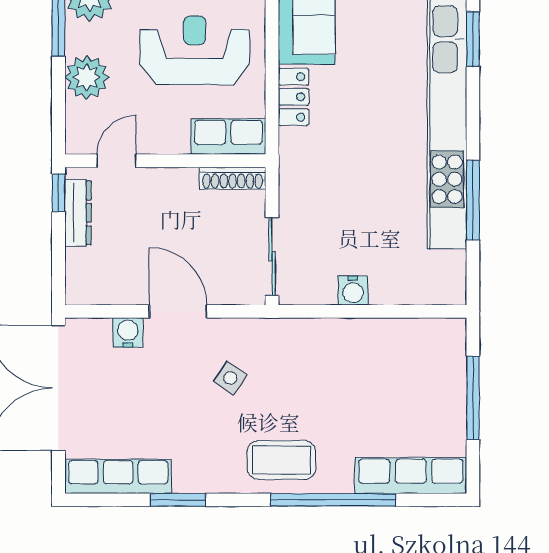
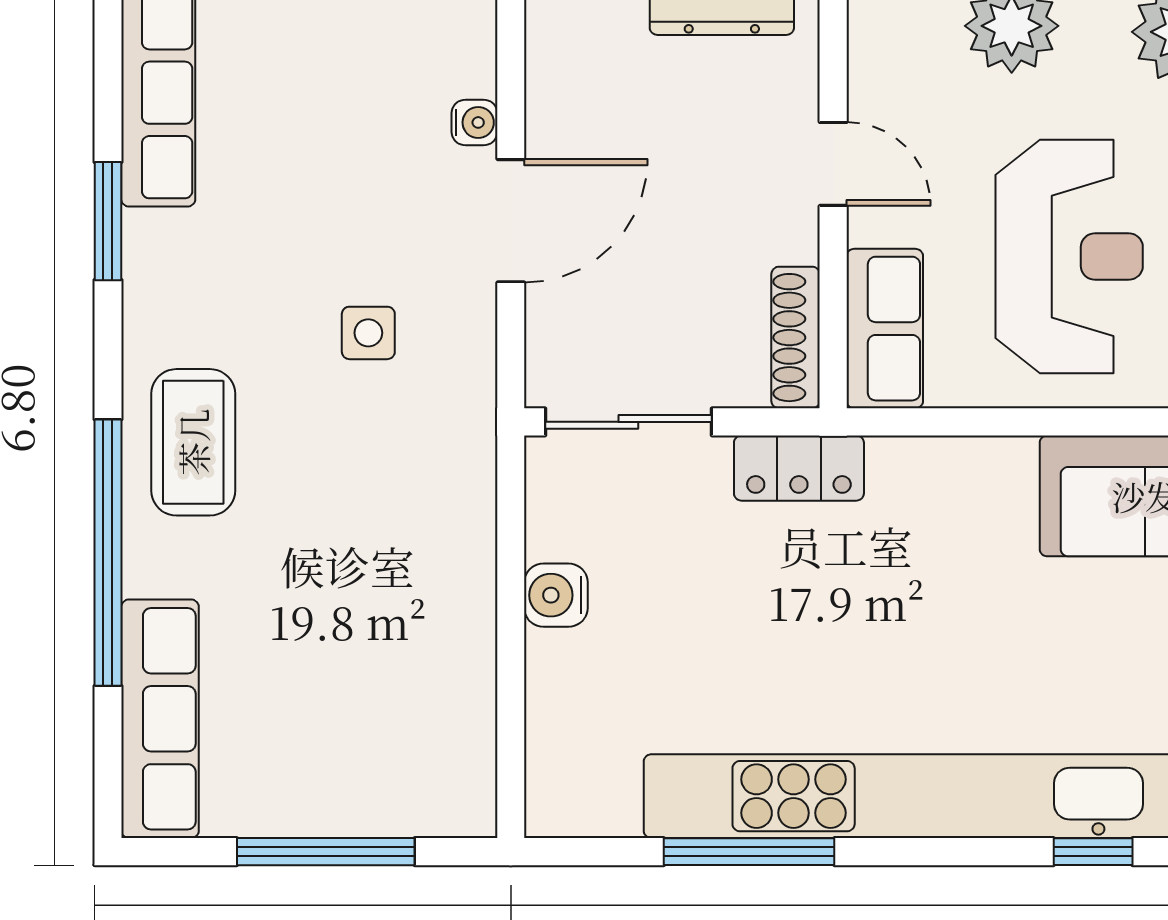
window: (473, 39) -> (1093, 852), width x0.67
locker: (294, 97) -> (799, 468), moved
door: (117, 161) -> (833, 164), moved
water cooler: (128, 333) -> (474, 122), width x0.72, depth x0.72
side table: (230, 378) -> (368, 333), turned -34

